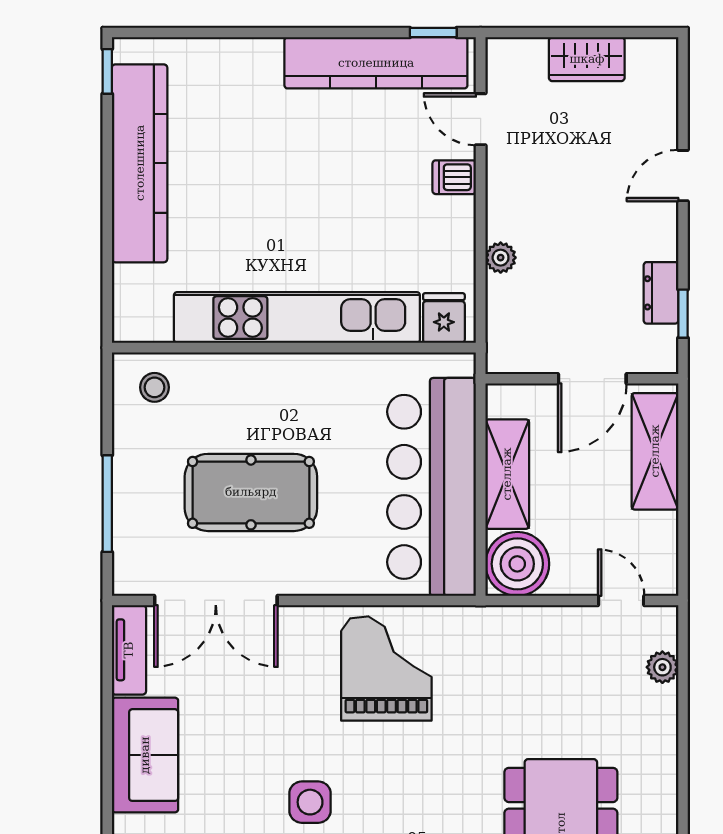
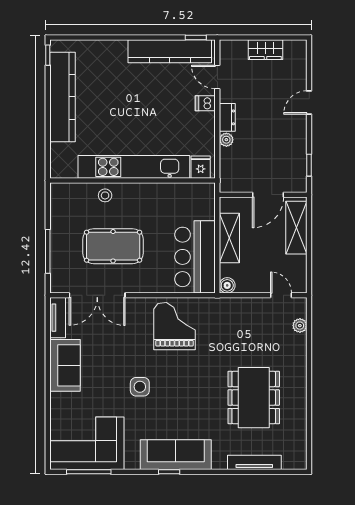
dresser: (661, 293) -> (227, 117), moved, turned 180
stool: (155, 387) -> (105, 195), moved
bar counter: (432, 487) -> (195, 257), width x0.73
boiler: (517, 564) -> (227, 285), width x0.54, depth x0.54

